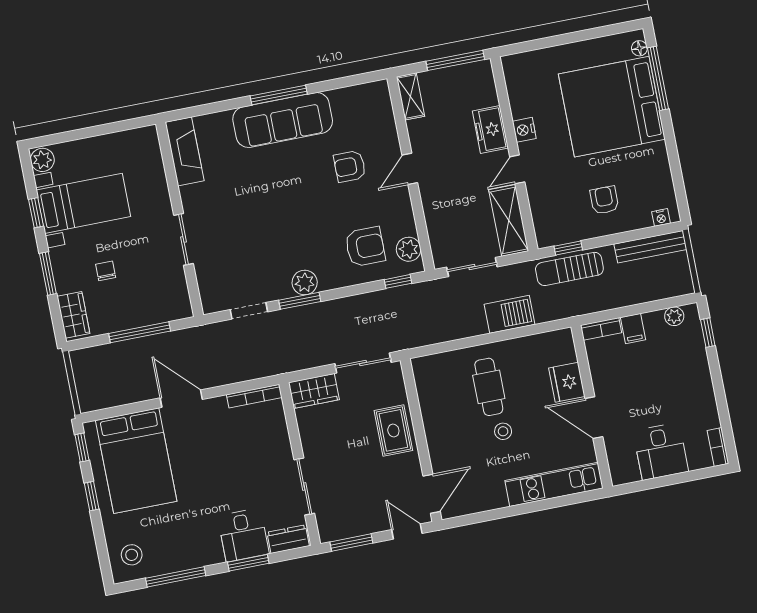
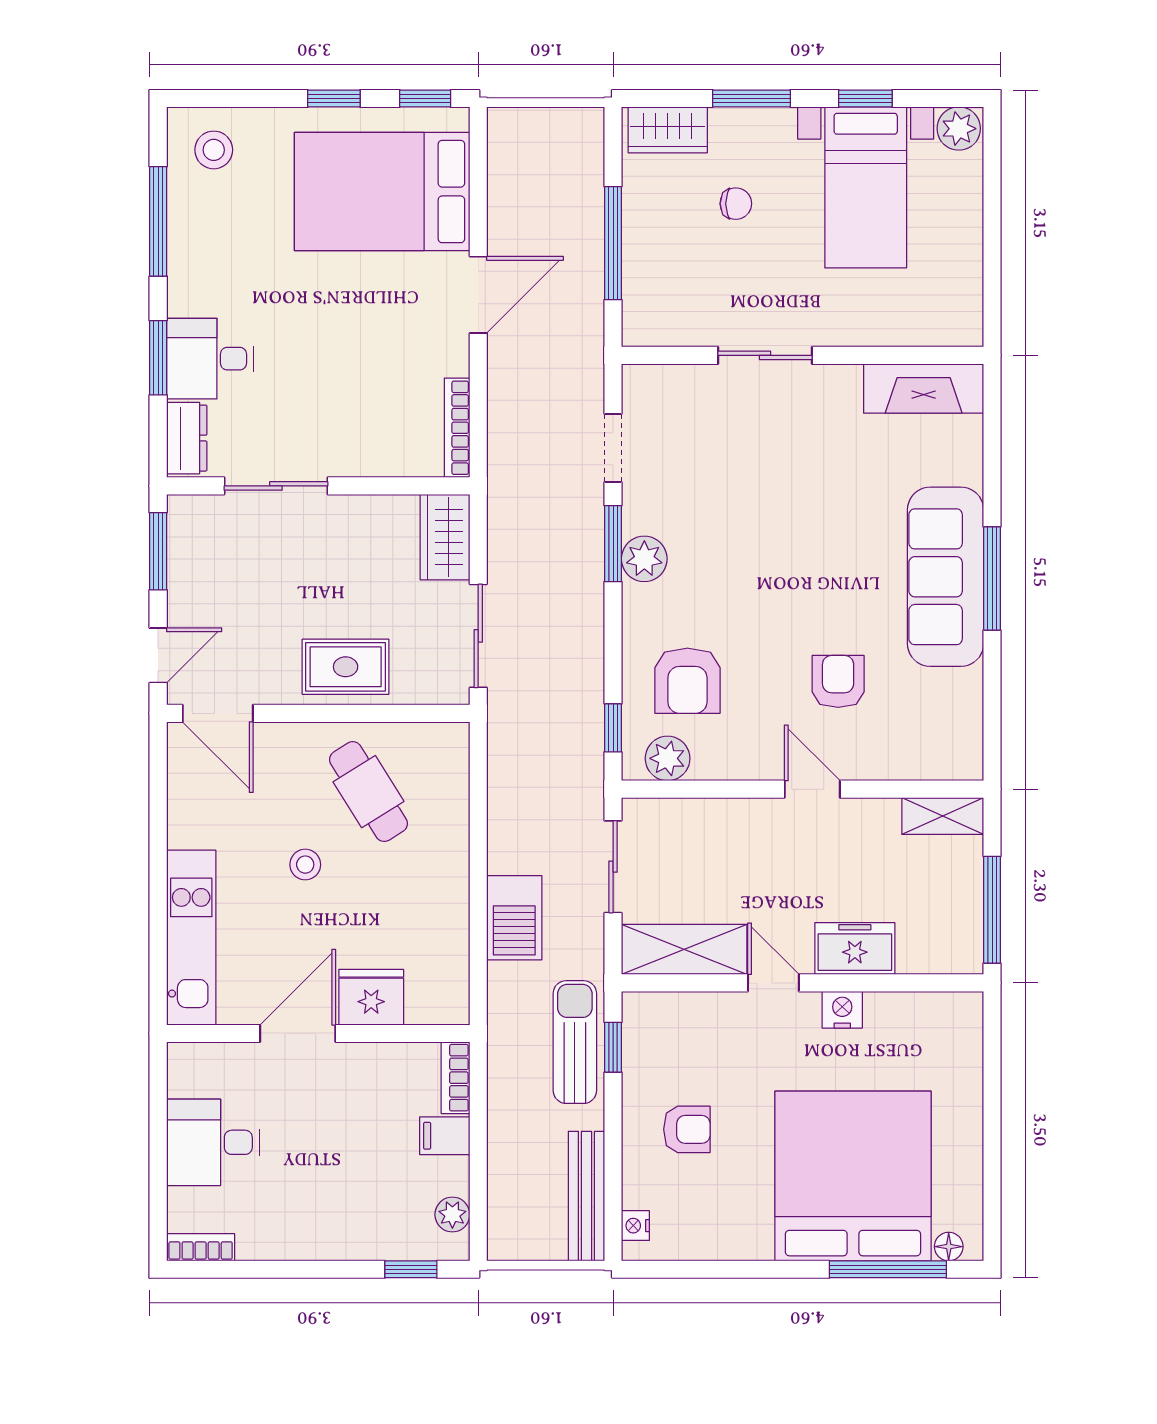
cafe table: (489, 387) -> (368, 792), moved, turned 58

